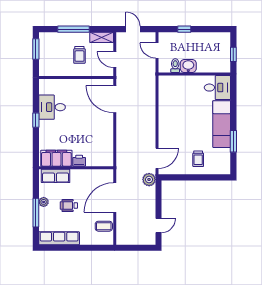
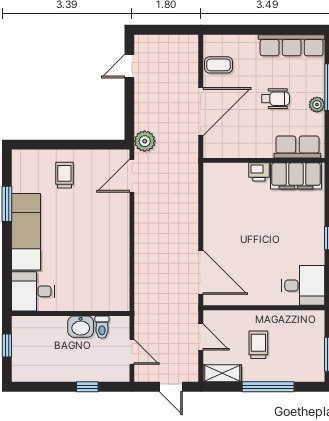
desk: (52, 107) -> (303, 285), moved

